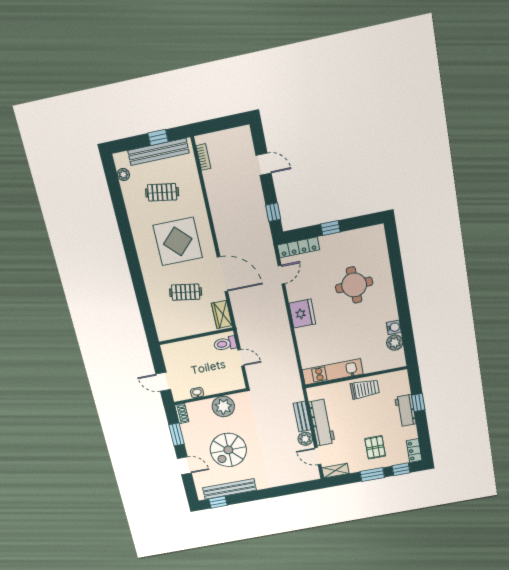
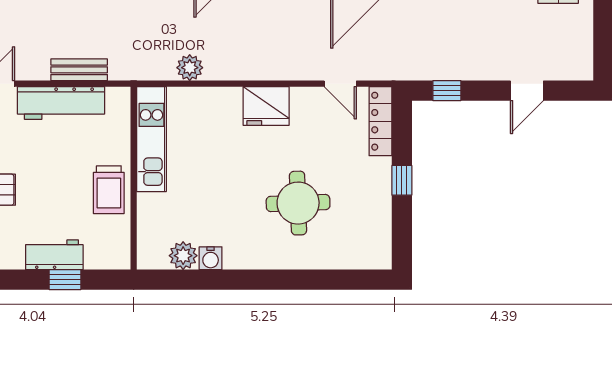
plant: (305, 439) -> (190, 68), moved

